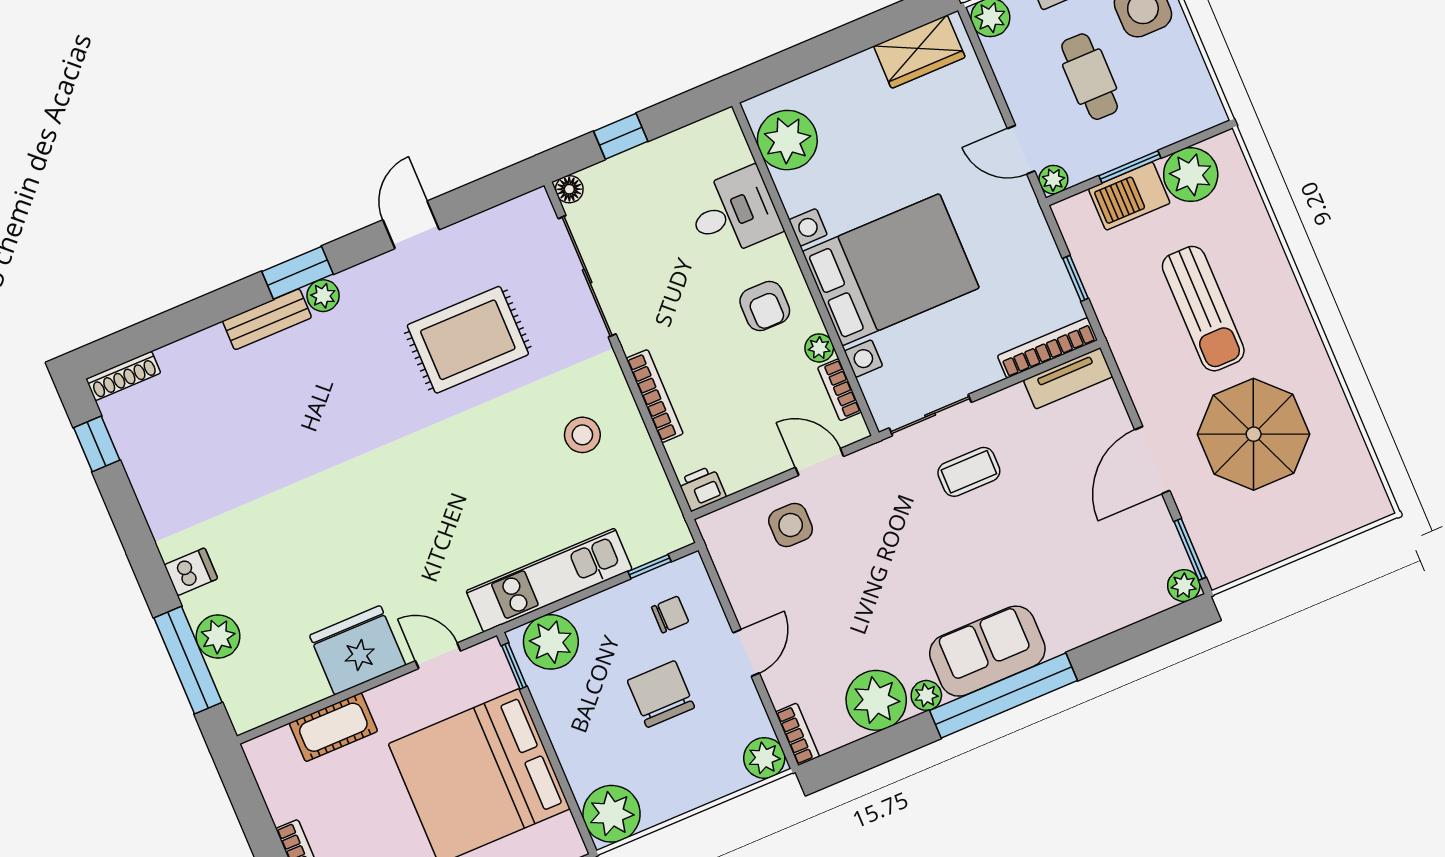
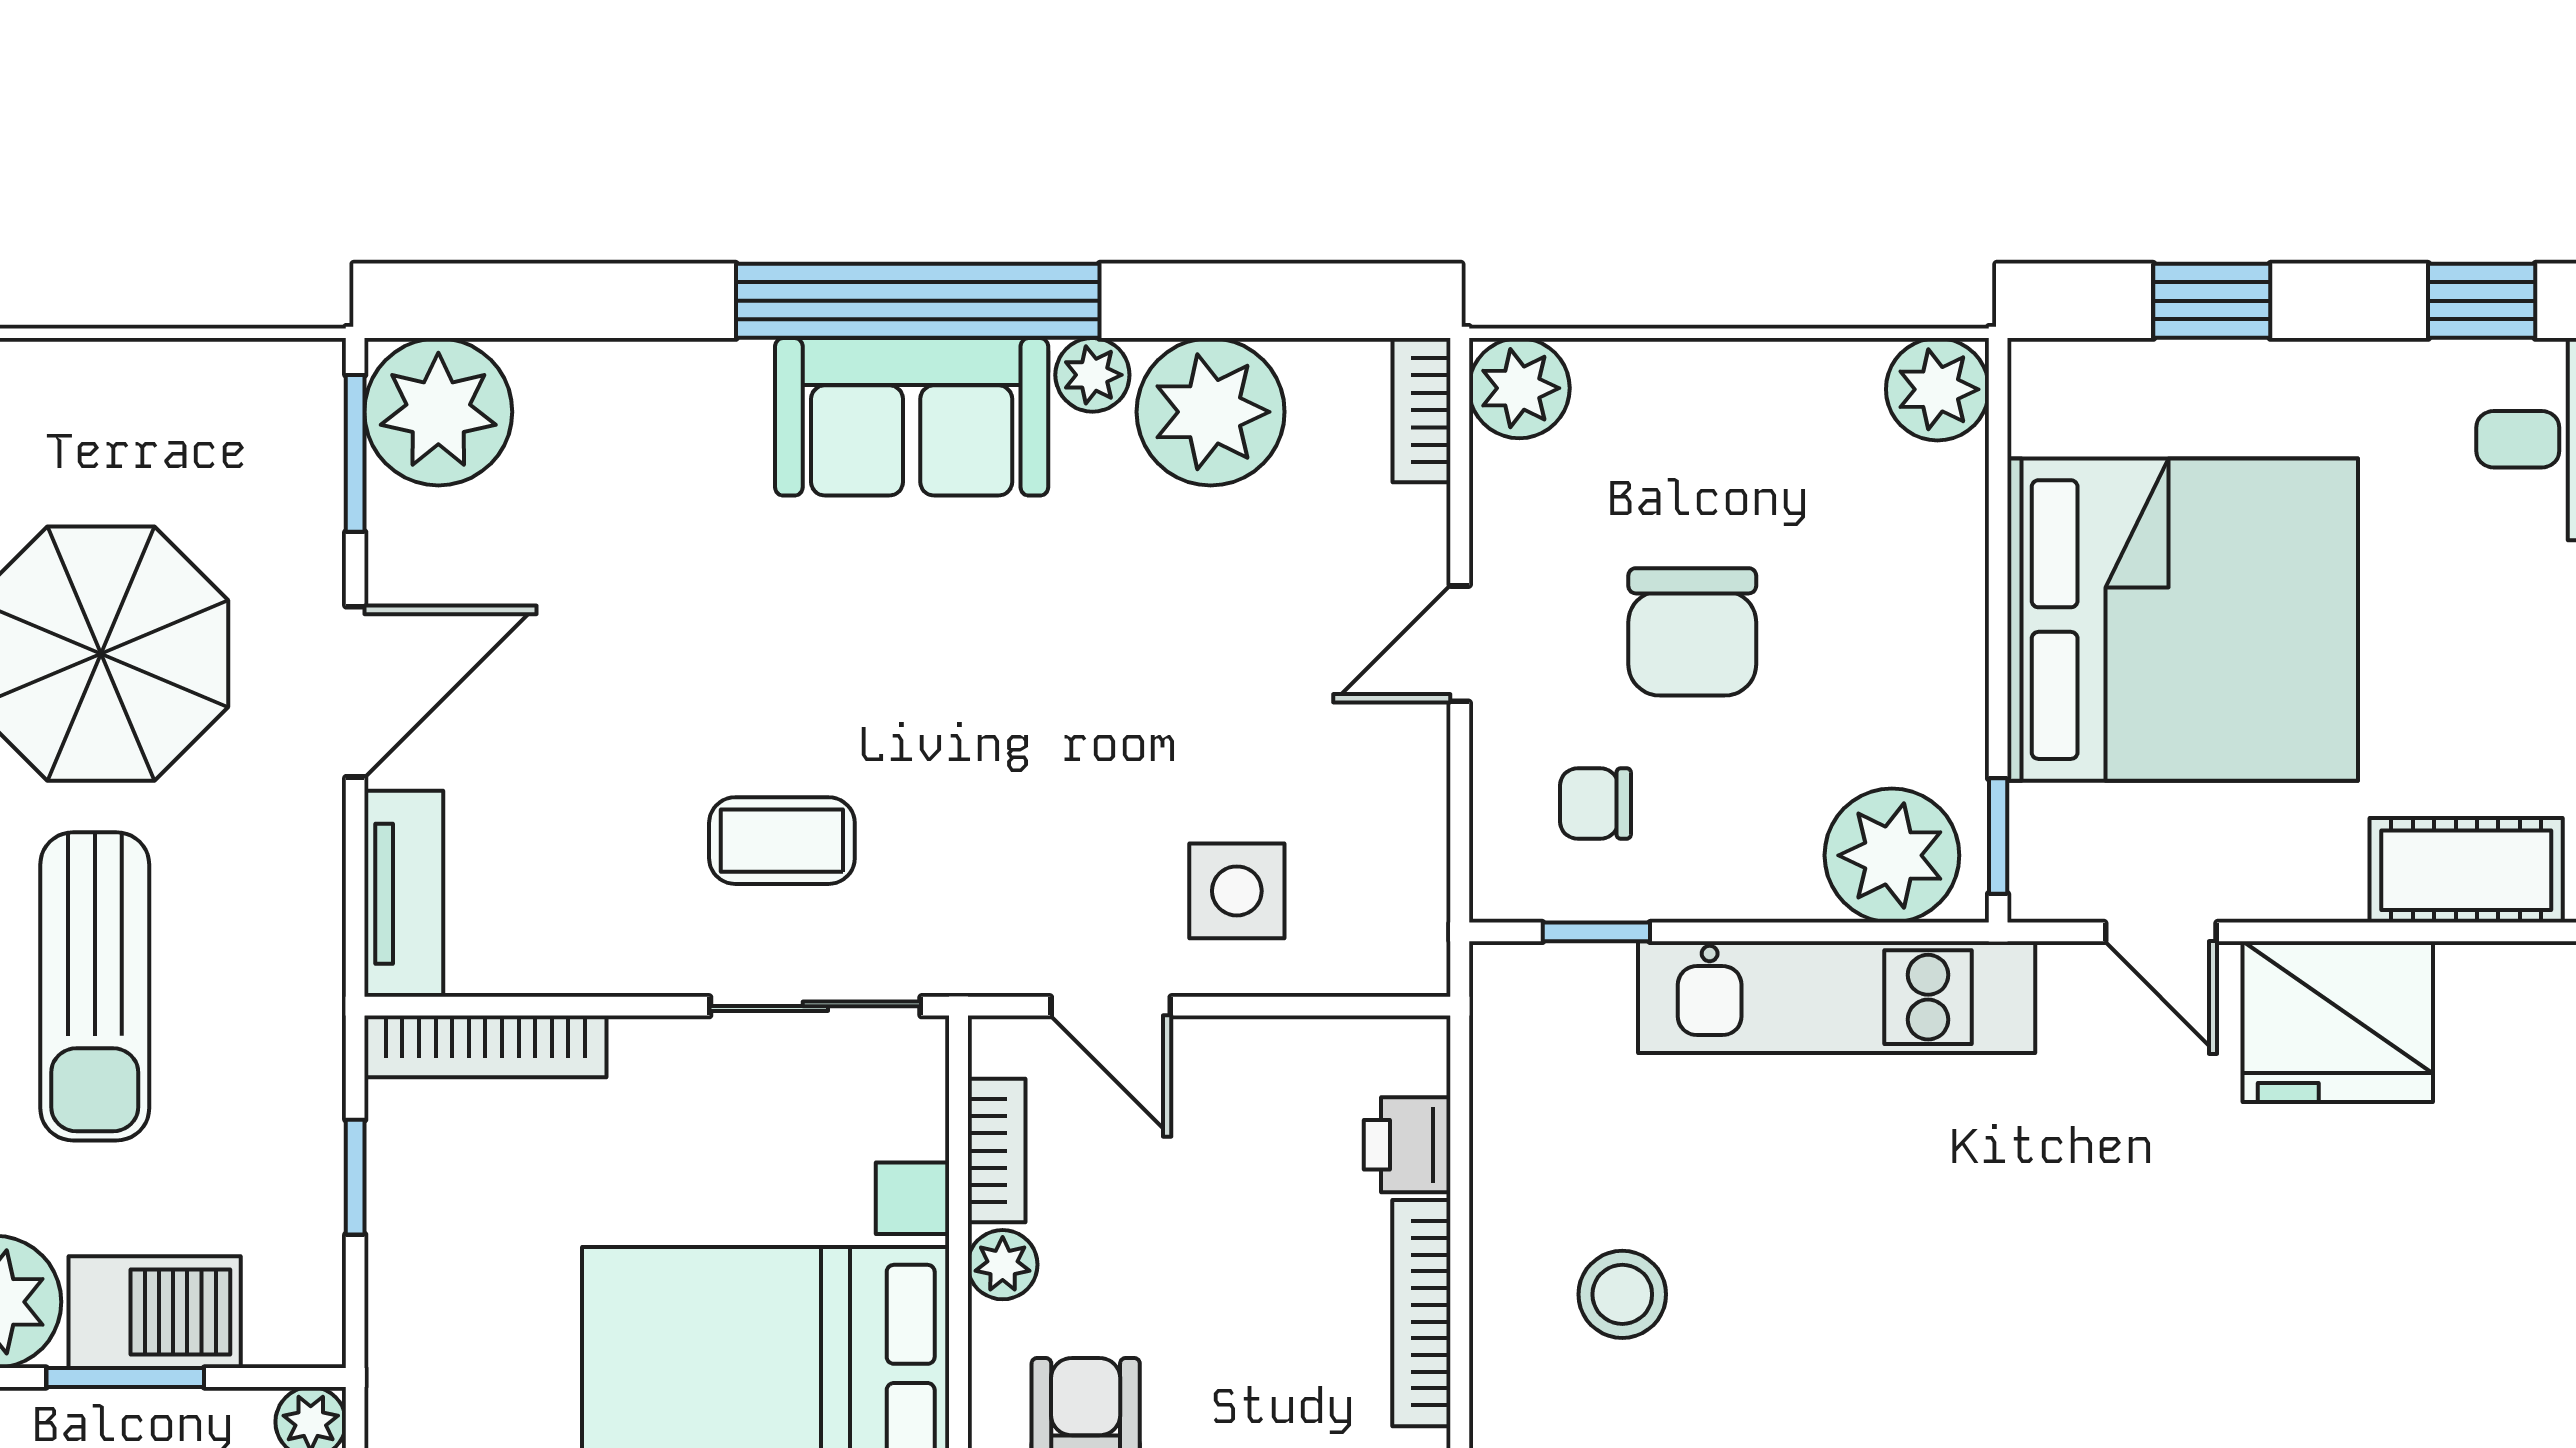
sun lounger: (1203, 309) -> (95, 986), turned 180
tv unit: (1068, 378) -> (404, 894), moved, turned 90
printer: (702, 488) -> (1407, 1145), moved, turned 90
plant: (1184, 586) -> (438, 412), width x1.88, depth x1.88
plant: (612, 814) -> (1937, 389), width x0.73, depth x0.73

